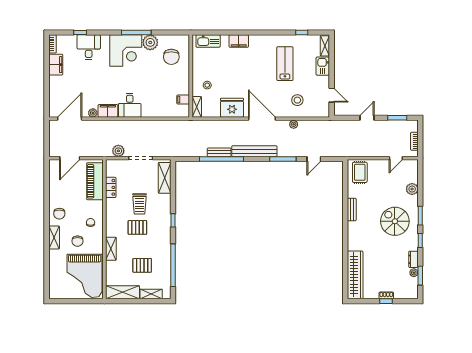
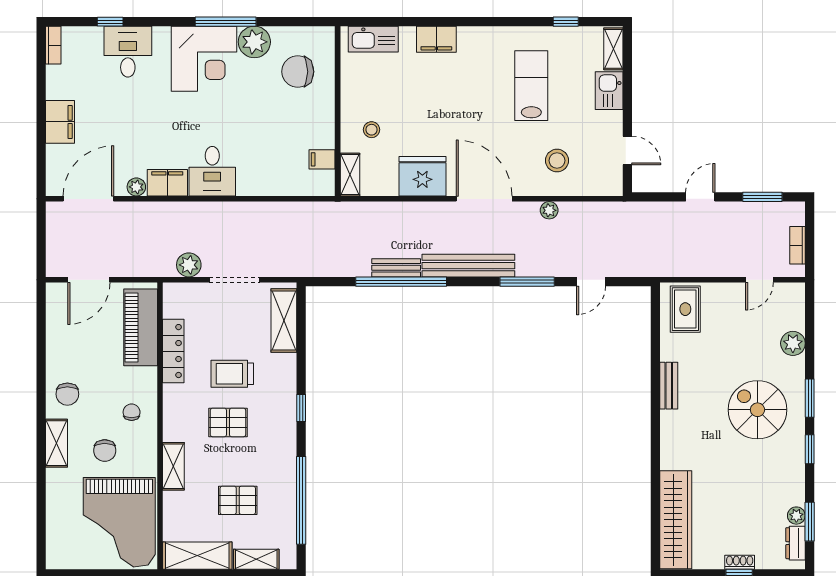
chair: (171, 57) -> (298, 72), turned 90
filing cabinet: (56, 65) -> (60, 122), moved
locker: (111, 187) -> (173, 351), width x1.53
trolley: (140, 204) -> (232, 374), turned 90
dresser: (413, 259) -> (796, 543), moved

